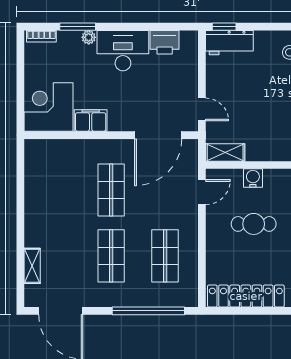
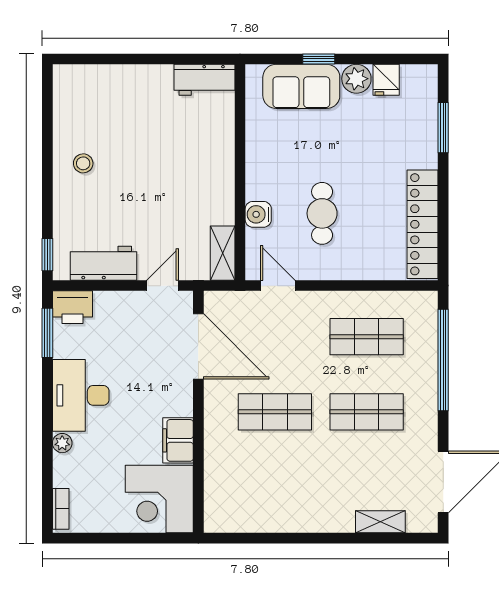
window: (78, 27) -> (47, 333), moved
printer: (165, 42) -> (72, 307), moved, turned 90
workbench: (229, 43) -> (103, 263), moved, turned -90

